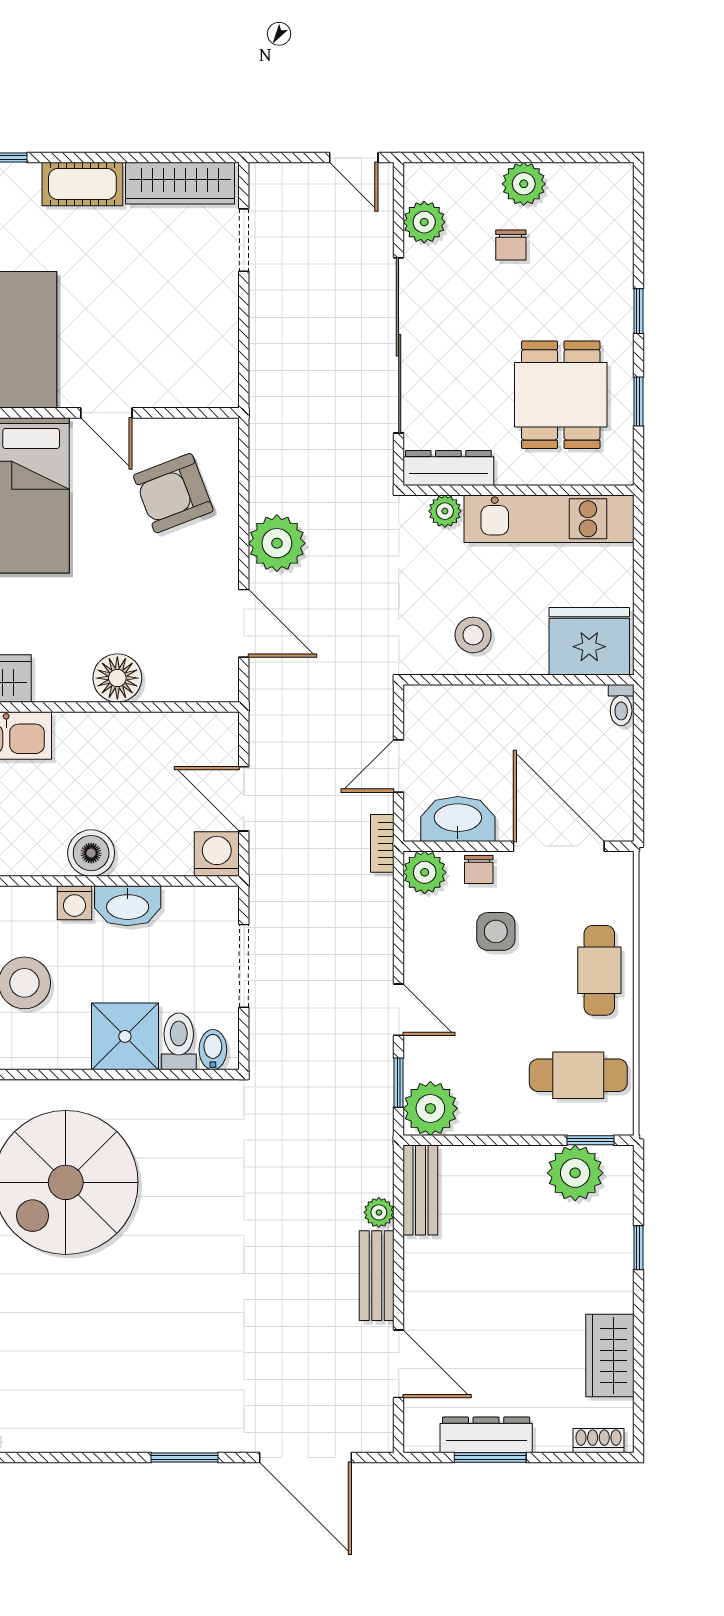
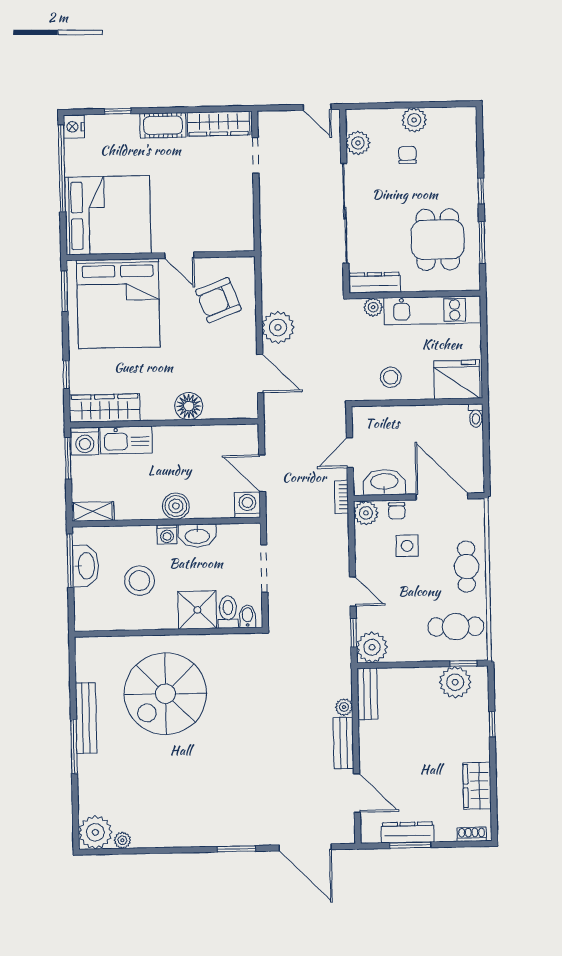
chair: (511, 245) -> (408, 155), turned 180
window: (638, 402) -> (482, 243), width x1.50

